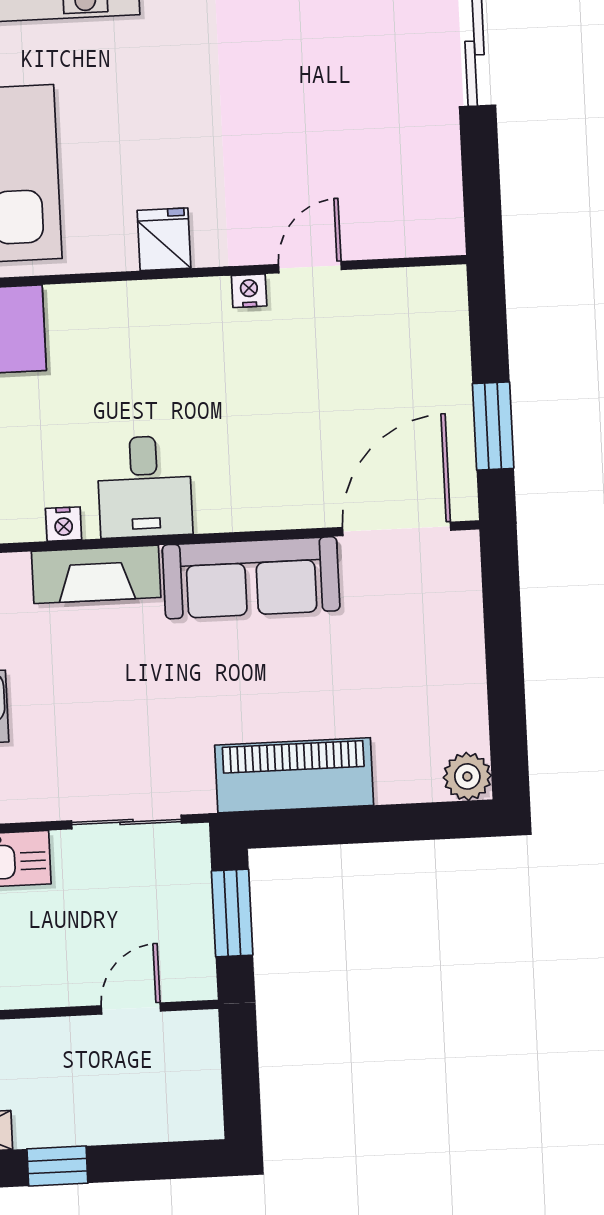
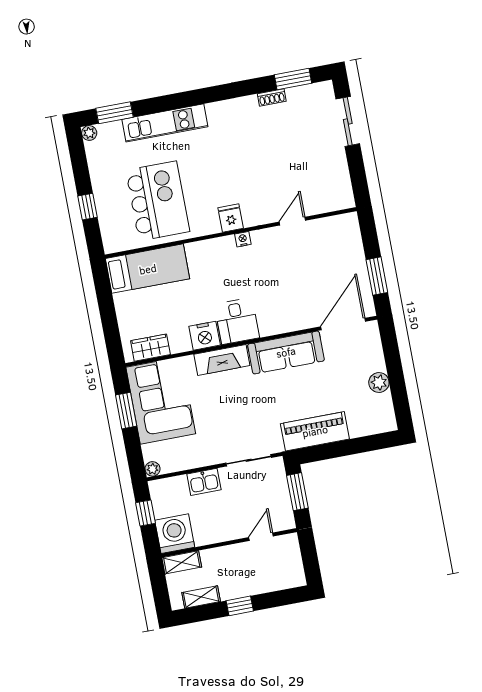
nightstand: (249, 291) -> (243, 239), moved
nightstand: (64, 524) -> (205, 336), width x1.89, depth x1.79
plant: (467, 776) -> (379, 383), moved

